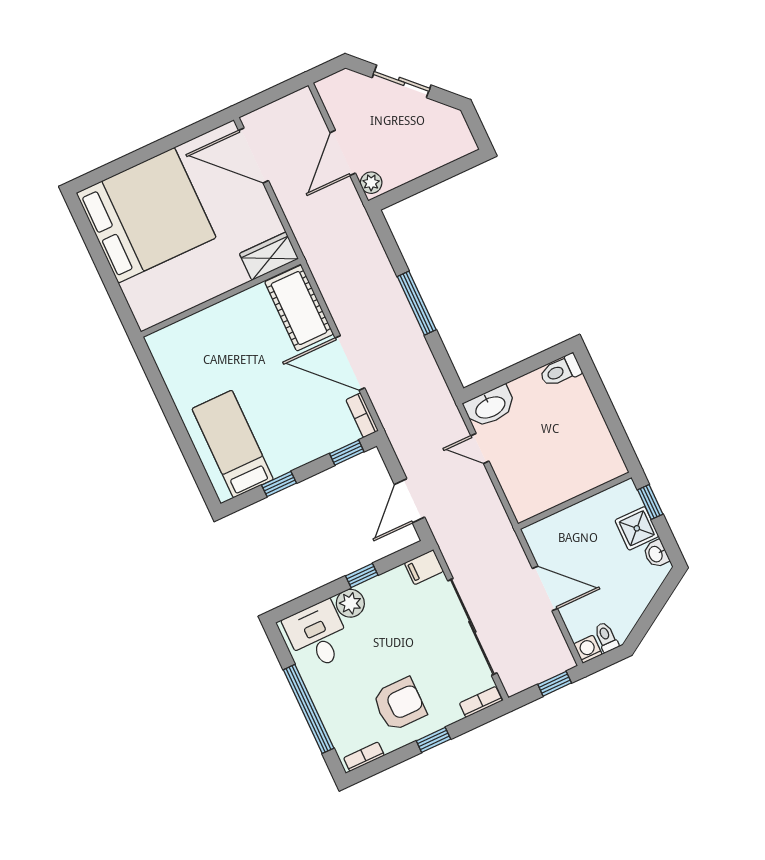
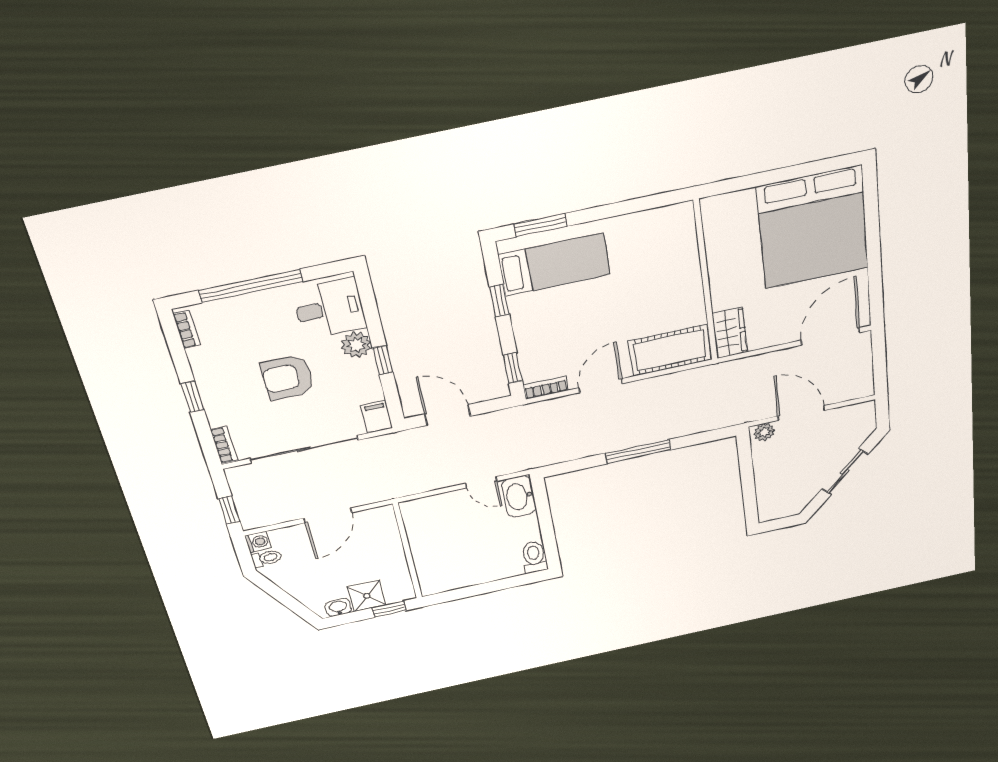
door: (350, 363) -> (601, 386), width x0.73
door: (480, 448) -> (481, 482), swing flipped
window: (197, 468) -> (540, 225), added
armchair: (399, 704) -> (288, 377), moved, turned 90

